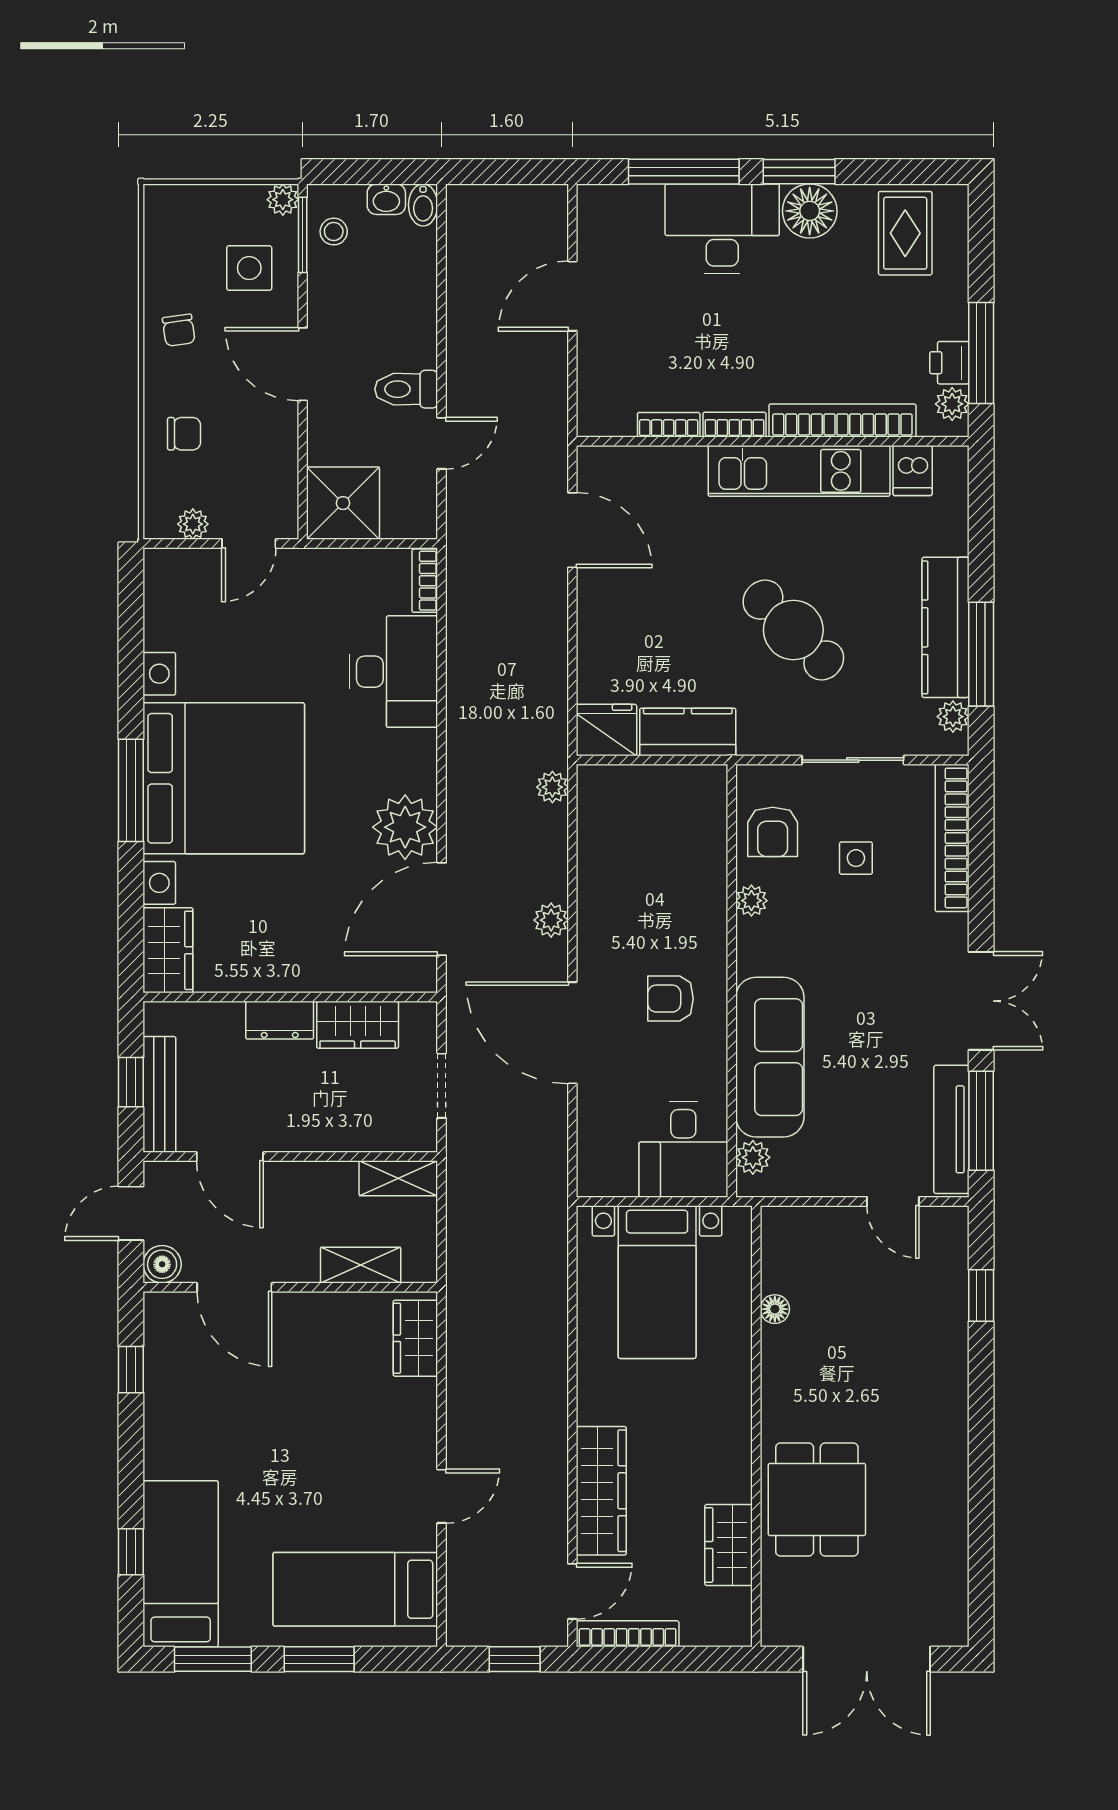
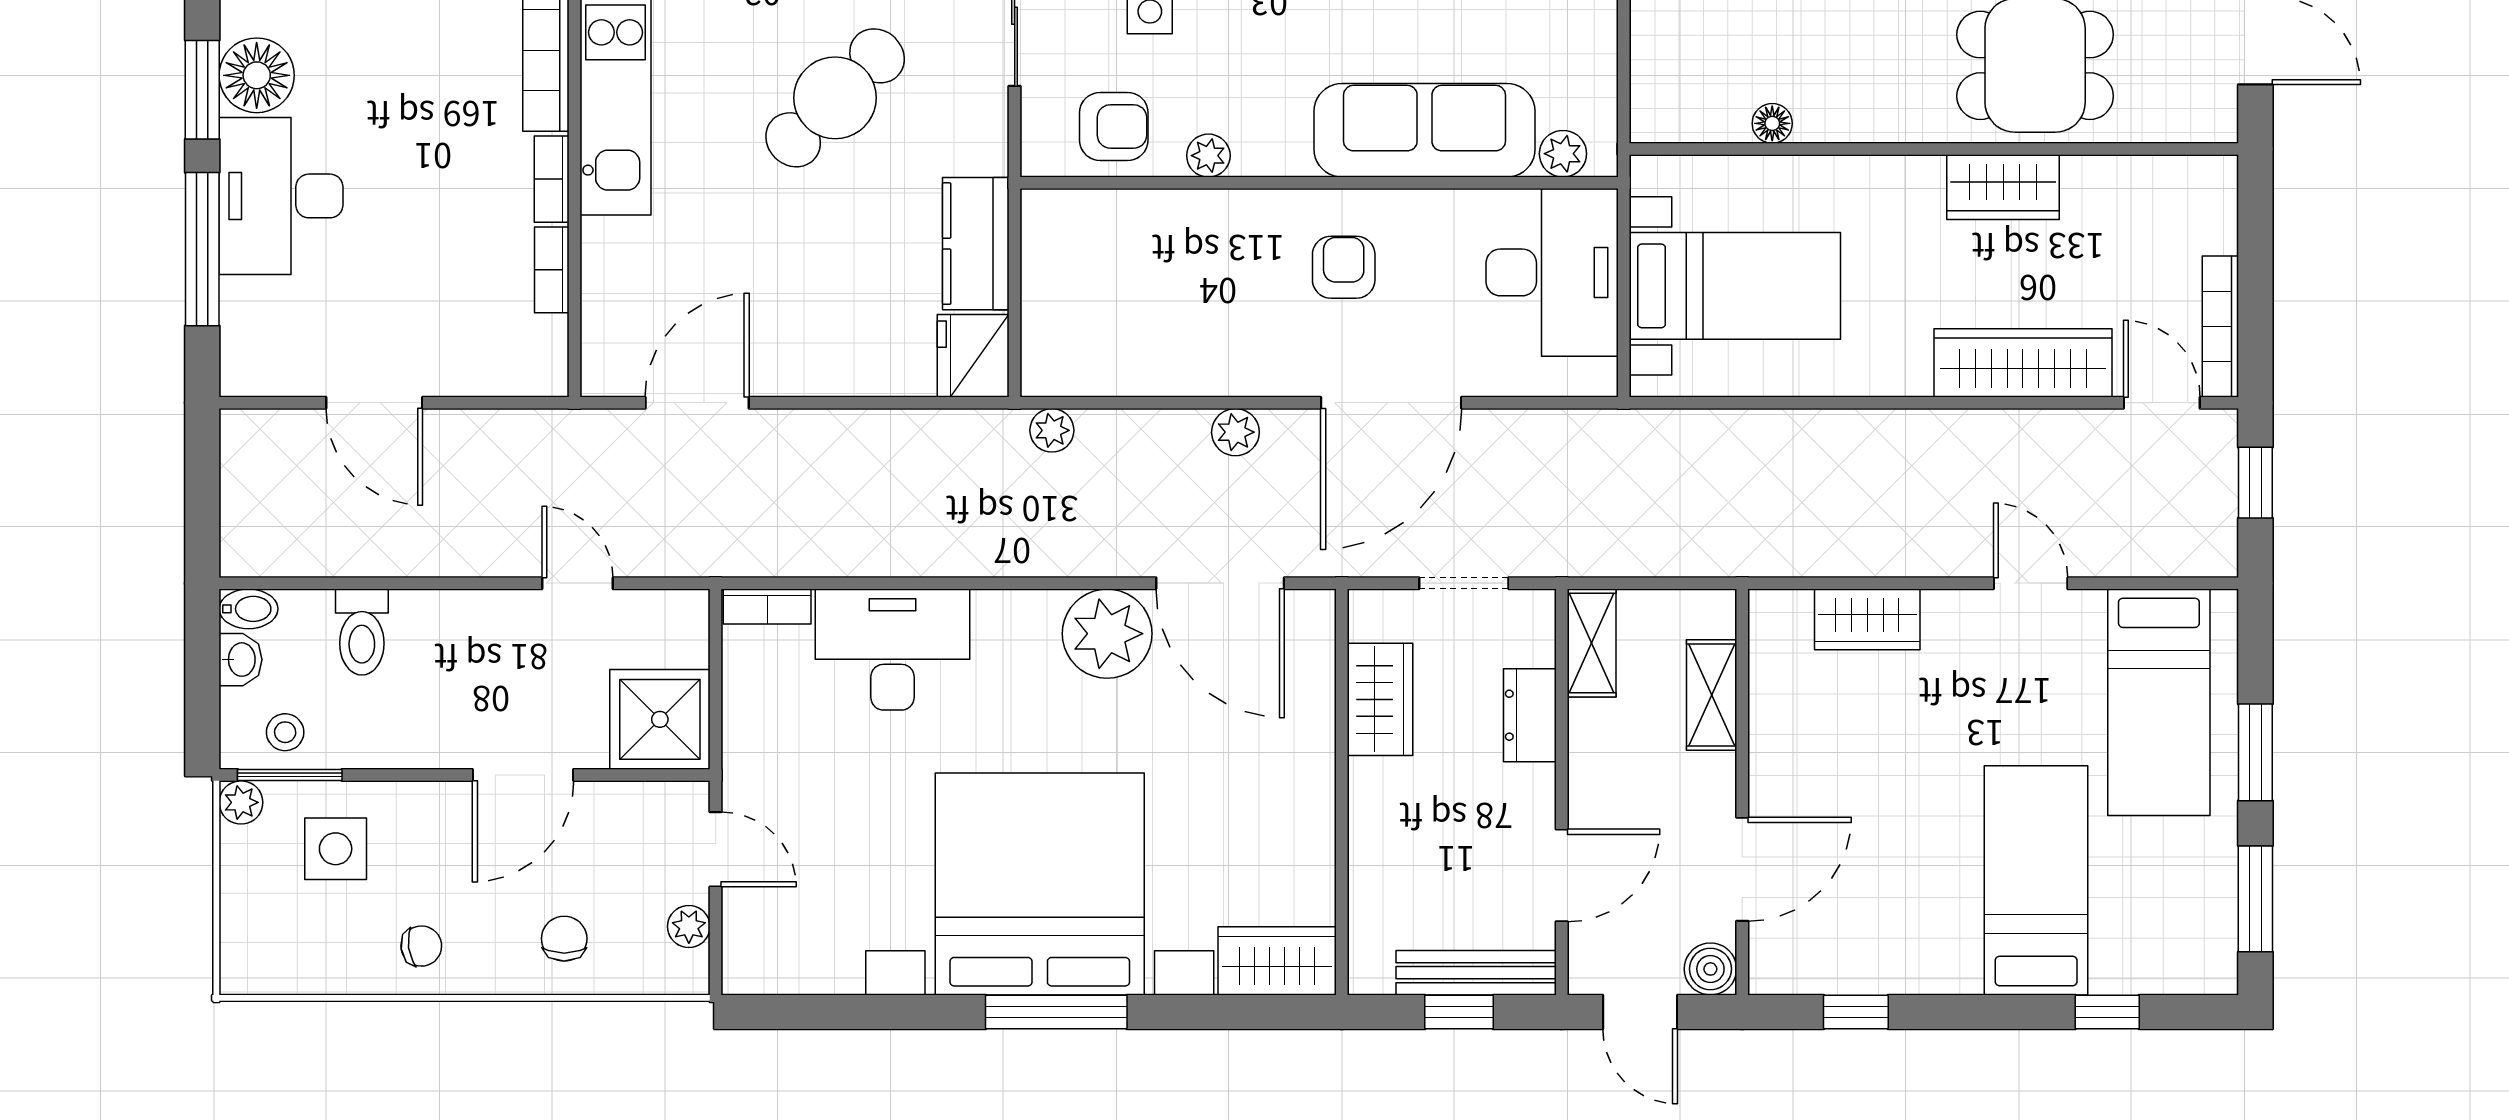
door: (303, 364) -> (523, 775), moved
toilet: (406, 389) -> (362, 632), moved
armchair: (671, 999) -> (1344, 267), turned 180
dresser: (280, 1020) -> (1530, 715), moved, turned 180
desk: (683, 1150) -> (1552, 272), width x1.37
wardrobe: (415, 1338) -> (1867, 619), moved
wardrobe: (729, 1545) -> (2003, 187), moved
bed: (181, 1564) -> (2036, 880), moved, turned 90

